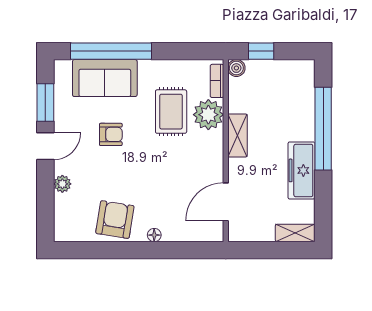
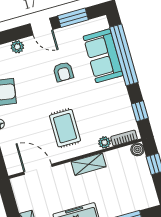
window: (188, 51) -> (140, 111), added
rug: (171, 112) -> (65, 128), moved, turned 90
plant: (208, 115) -> (104, 142), width x0.53, depth x0.53

